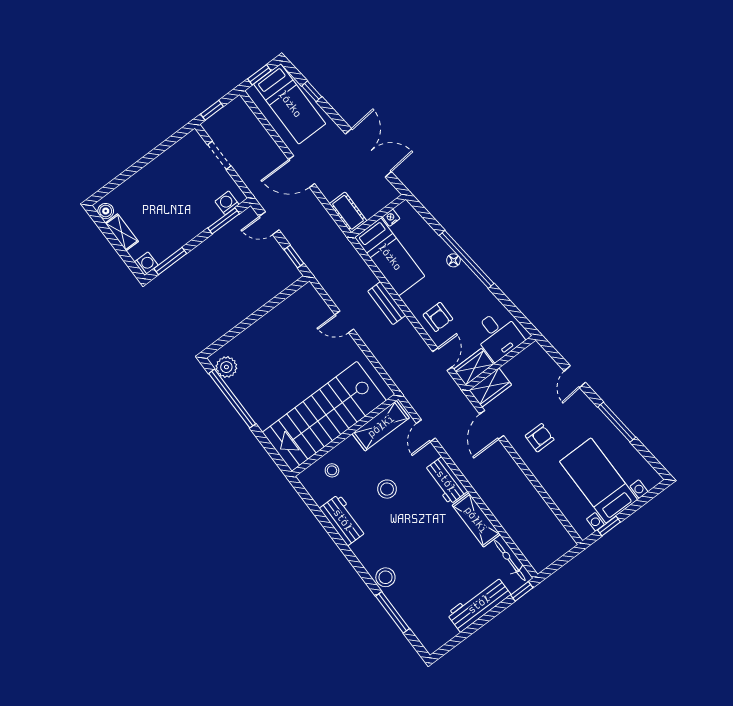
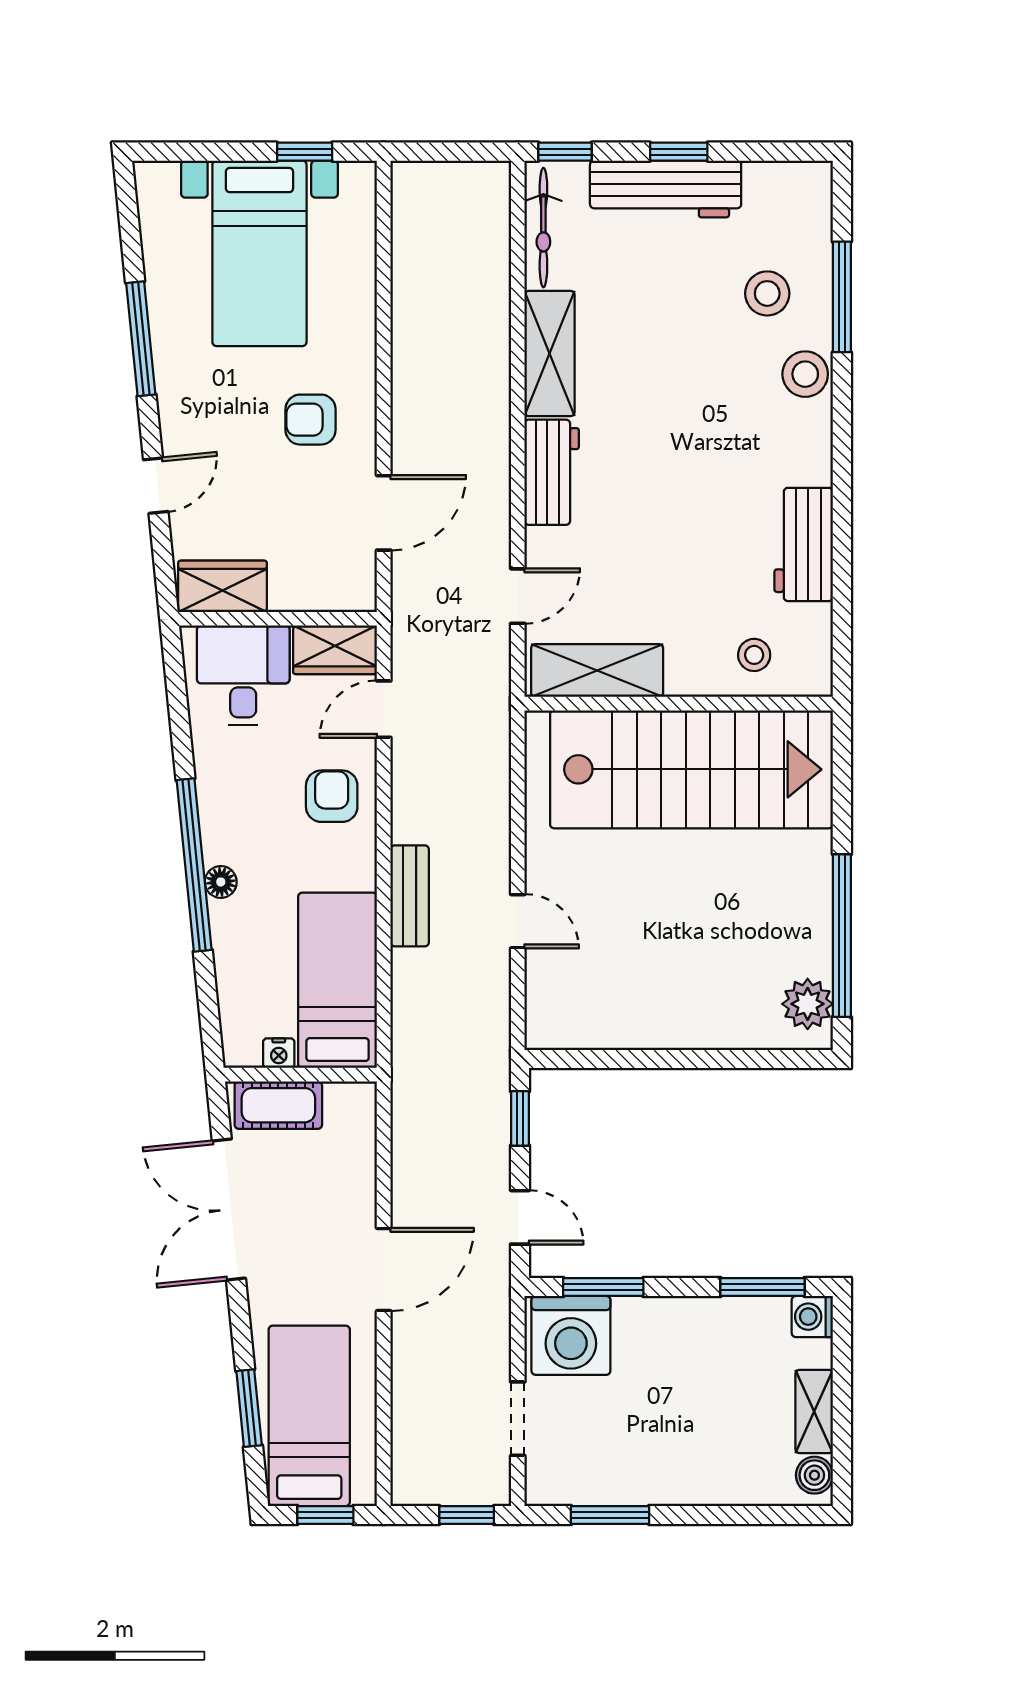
window: (312, 91) -> (249, 1408), width x1.50
window: (164, 146) -> (610, 1515), added
door: (302, 172) -> (384, 1269), hinge flipped
washing machine: (227, 203) -> (571, 1335), width x1.89, depth x1.89
cot: (348, 212) -> (278, 1105), moved, turned 90
wardrobe: (490, 387) -> (222, 586), moved
stool: (387, 489) -> (767, 293), moved
window: (484, 620) -> (679, 152), added

